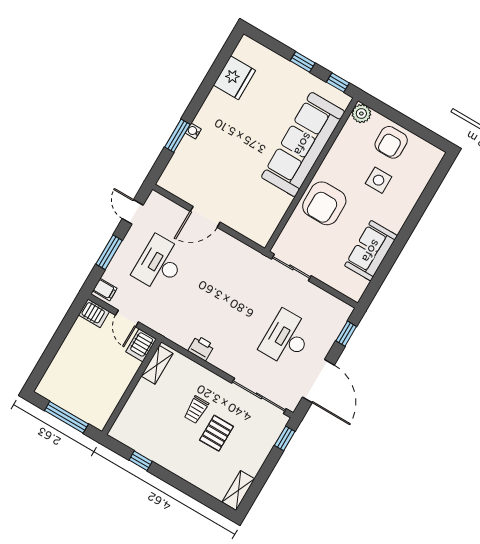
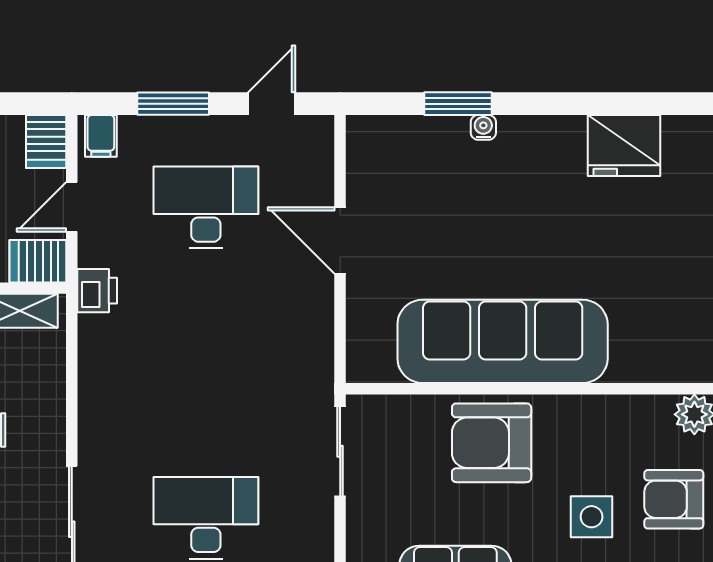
sofa: (303, 144) -> (503, 341), moved
printer: (201, 348) -> (97, 291), moved

